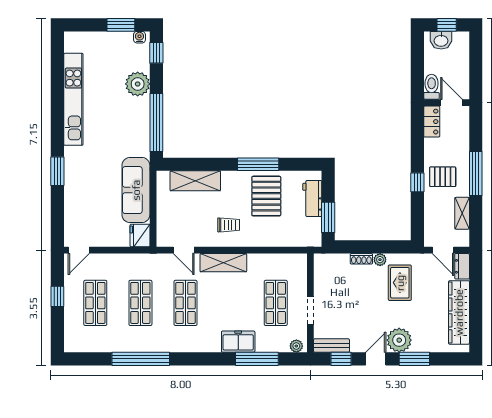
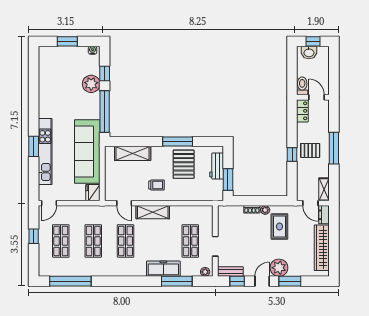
window: (121, 25) -> (67, 41), moved
window: (156, 53) -> (105, 73), moved
kitchen unit: (73, 99) -> (45, 152), moved
sofa: (136, 190) -> (87, 152), width x1.36, depth x1.27
shelving: (462, 213) -> (324, 189), moved
freezer: (238, 342) -> (163, 269), width x1.40
window: (141, 359) -> (70, 281), moved

